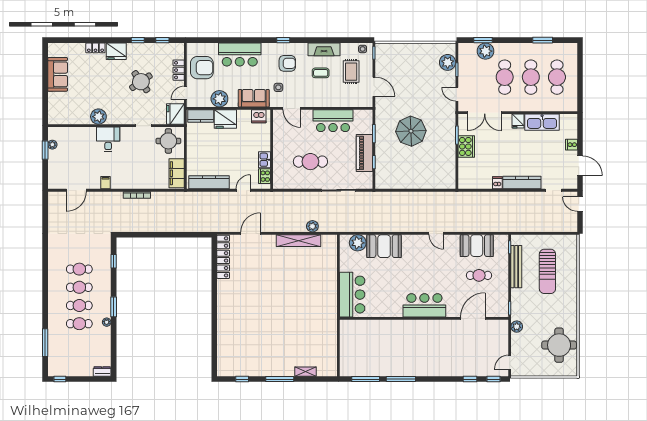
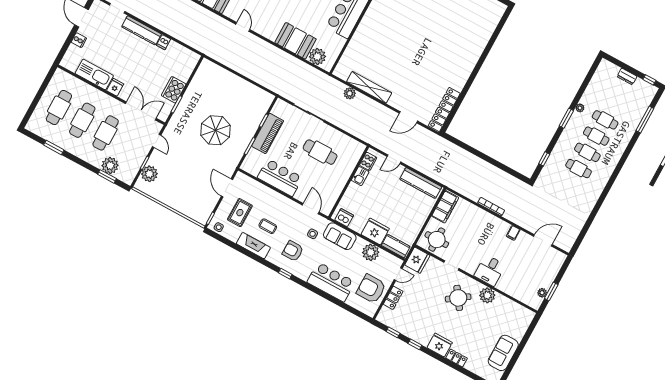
round table: (141, 82) -> (458, 298), moved
dresser: (102, 371) -> (627, 76), moved

